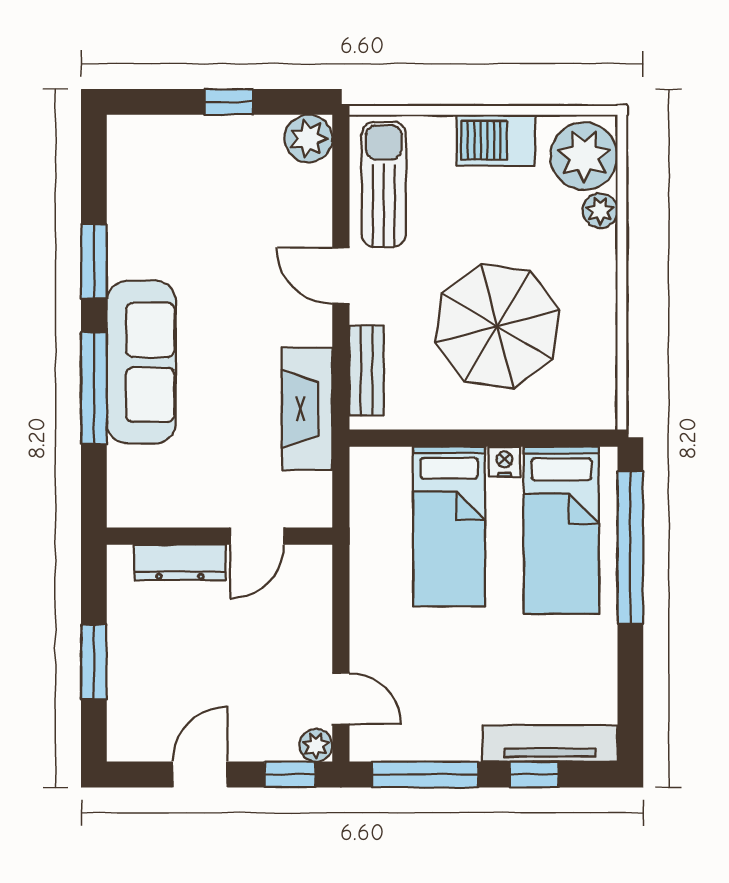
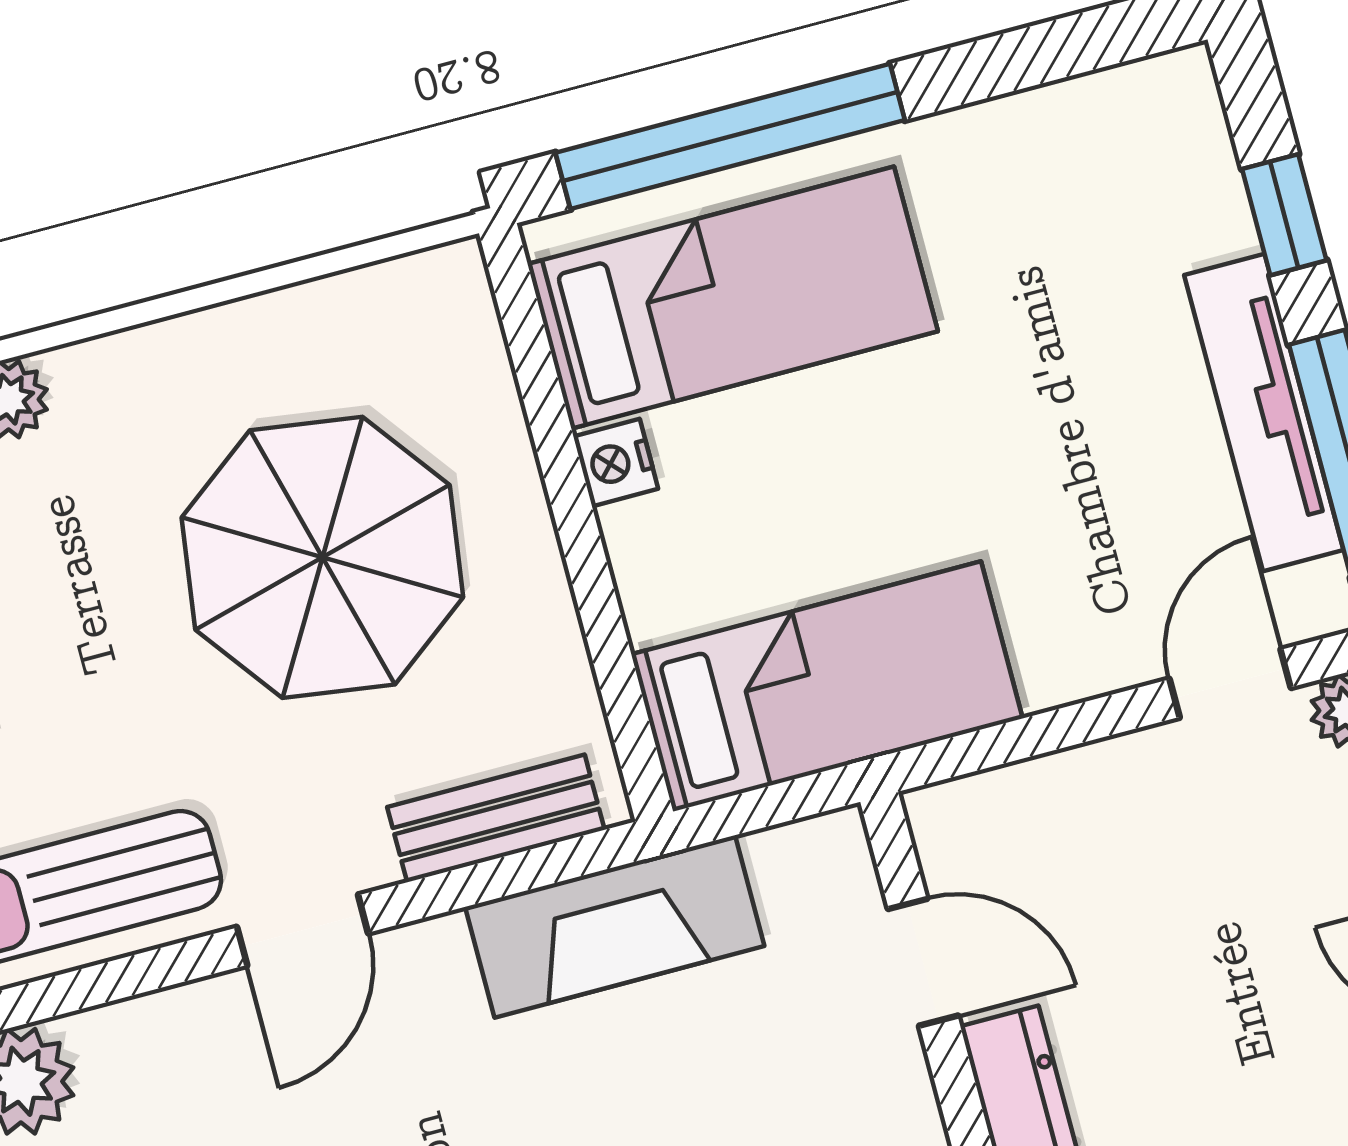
bed: (449, 526) -> (827, 686), moved
tv unit: (550, 743) -> (1264, 412), moved

